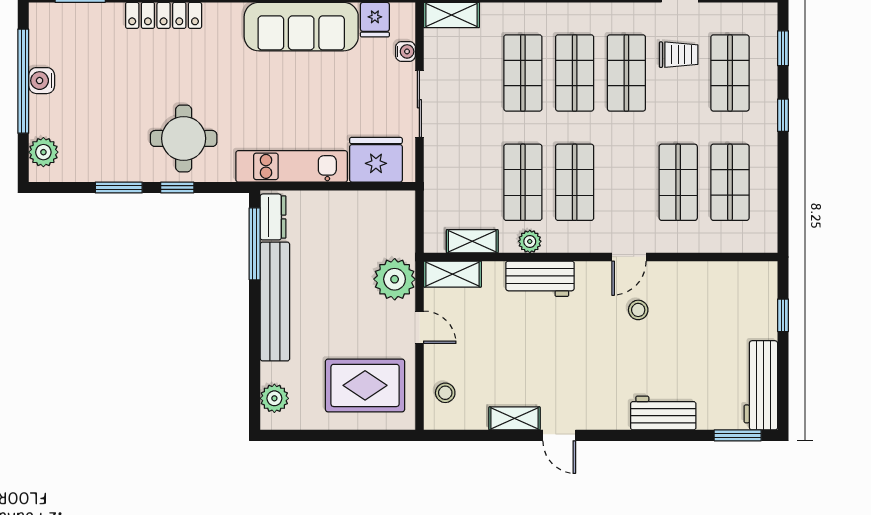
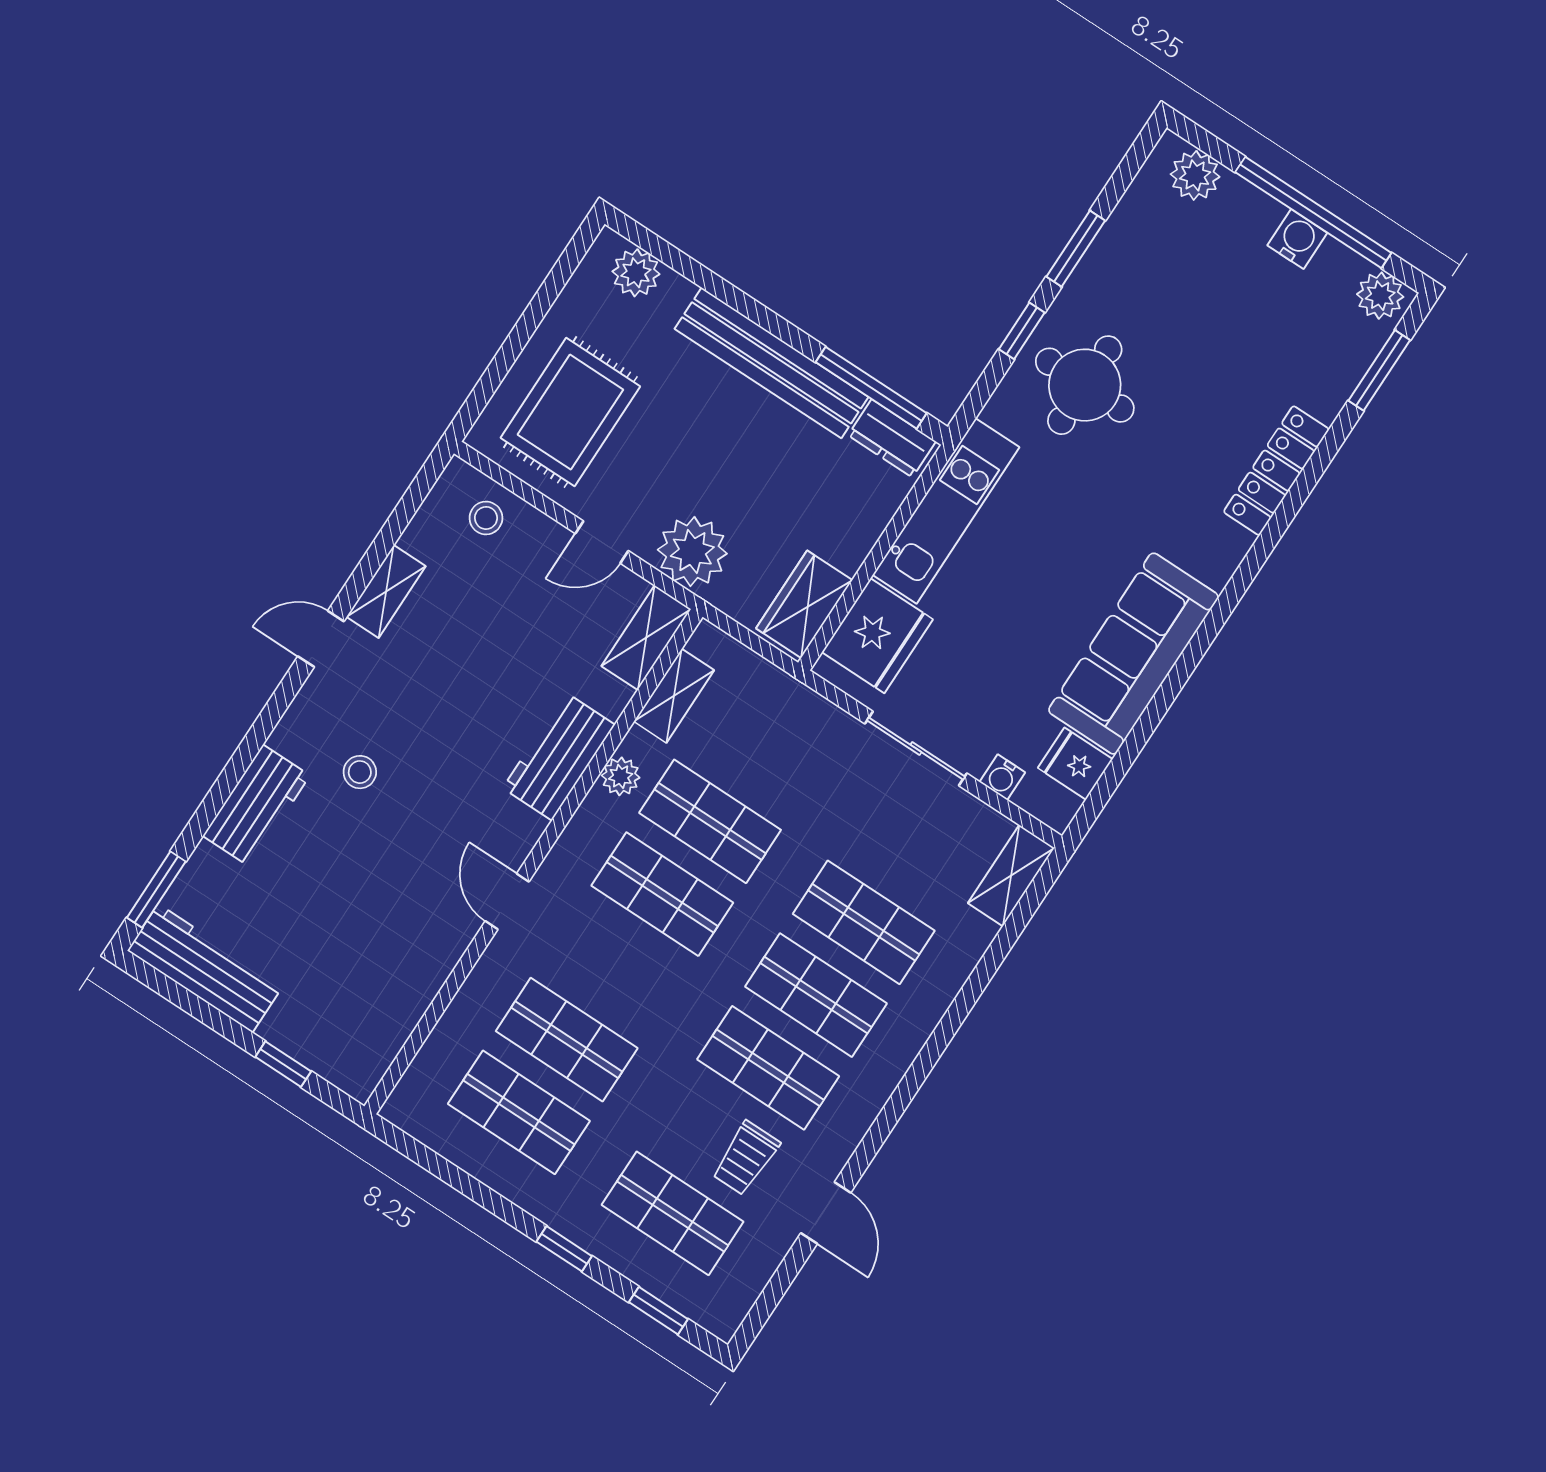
plant: (43, 21) -> (1380, 296), added
wardrobe: (384, 206) -> (804, 604), added
stool: (638, 310) -> (360, 772), moved

